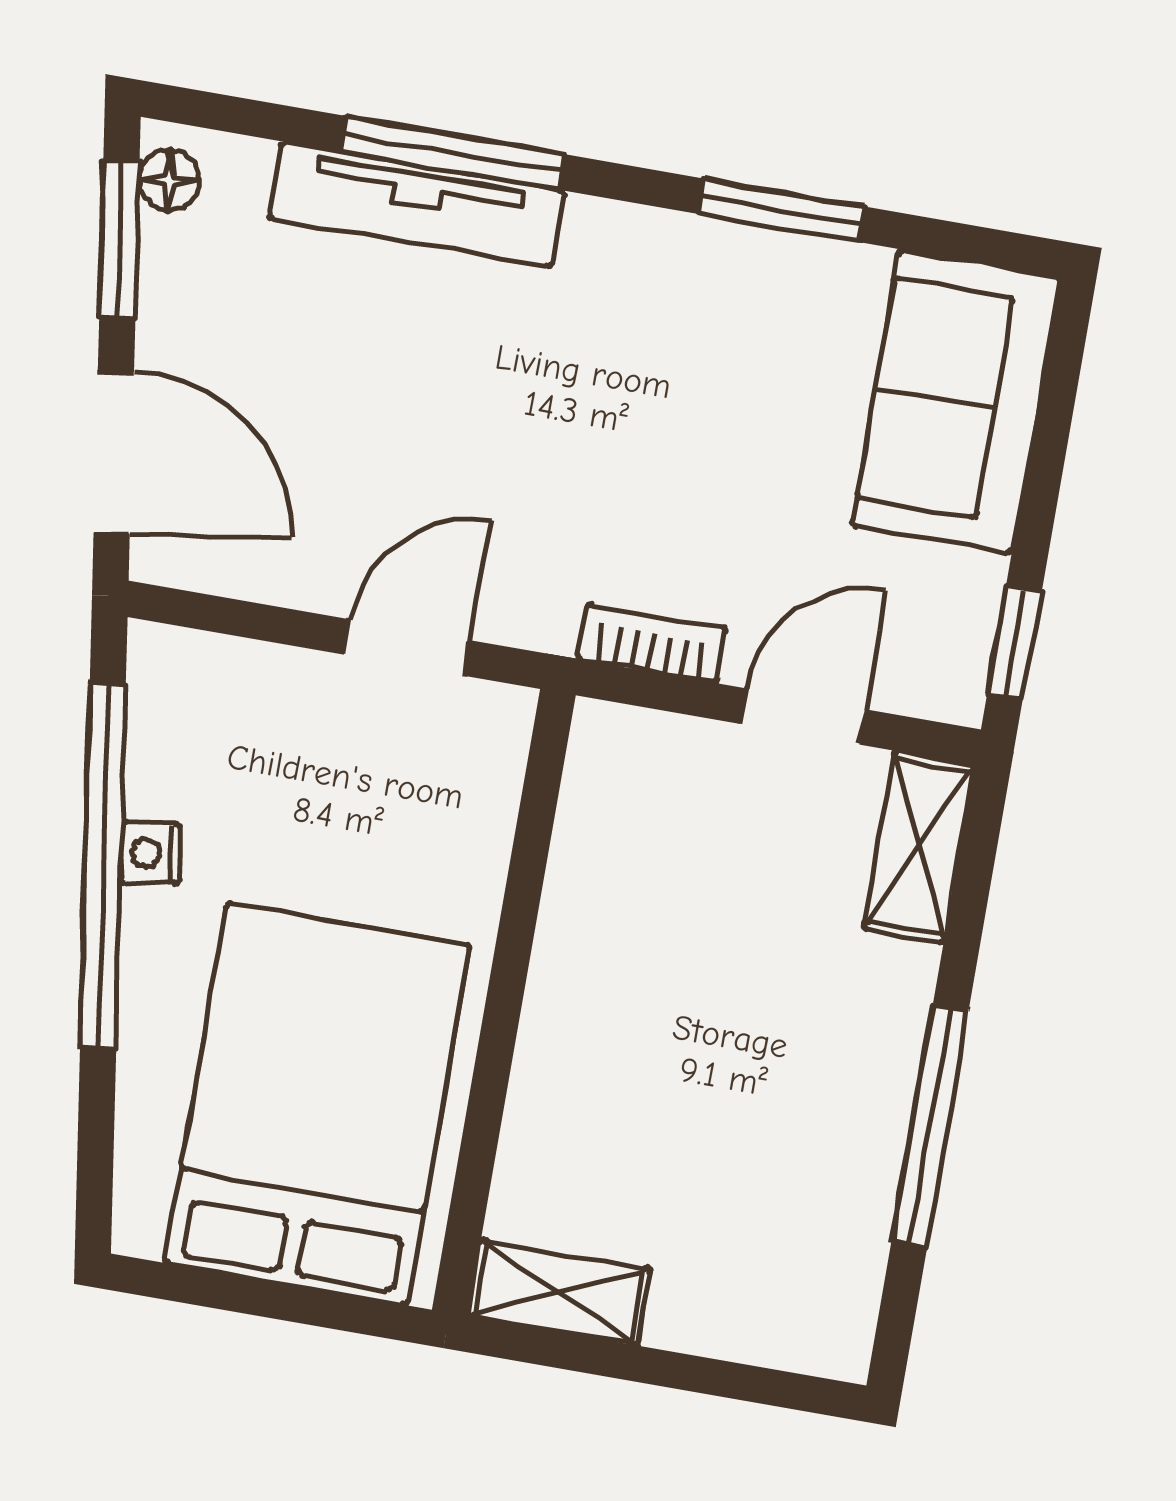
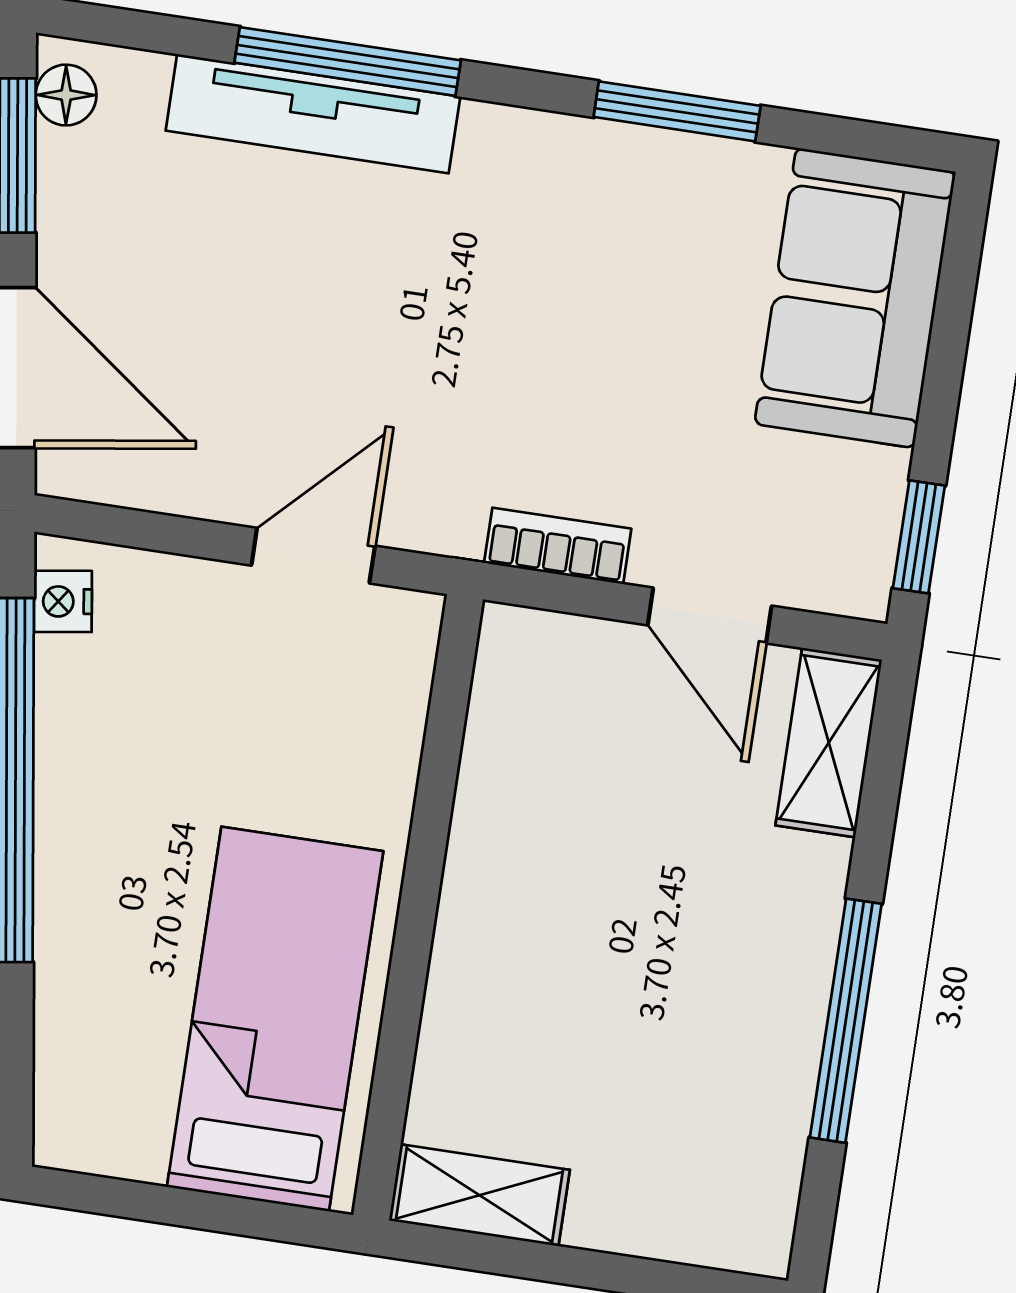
door: (803, 717) -> (710, 616), swing flipped
nightstand: (150, 853) -> (63, 601), moved
bed: (317, 1104) -> (275, 1019), width x0.67

